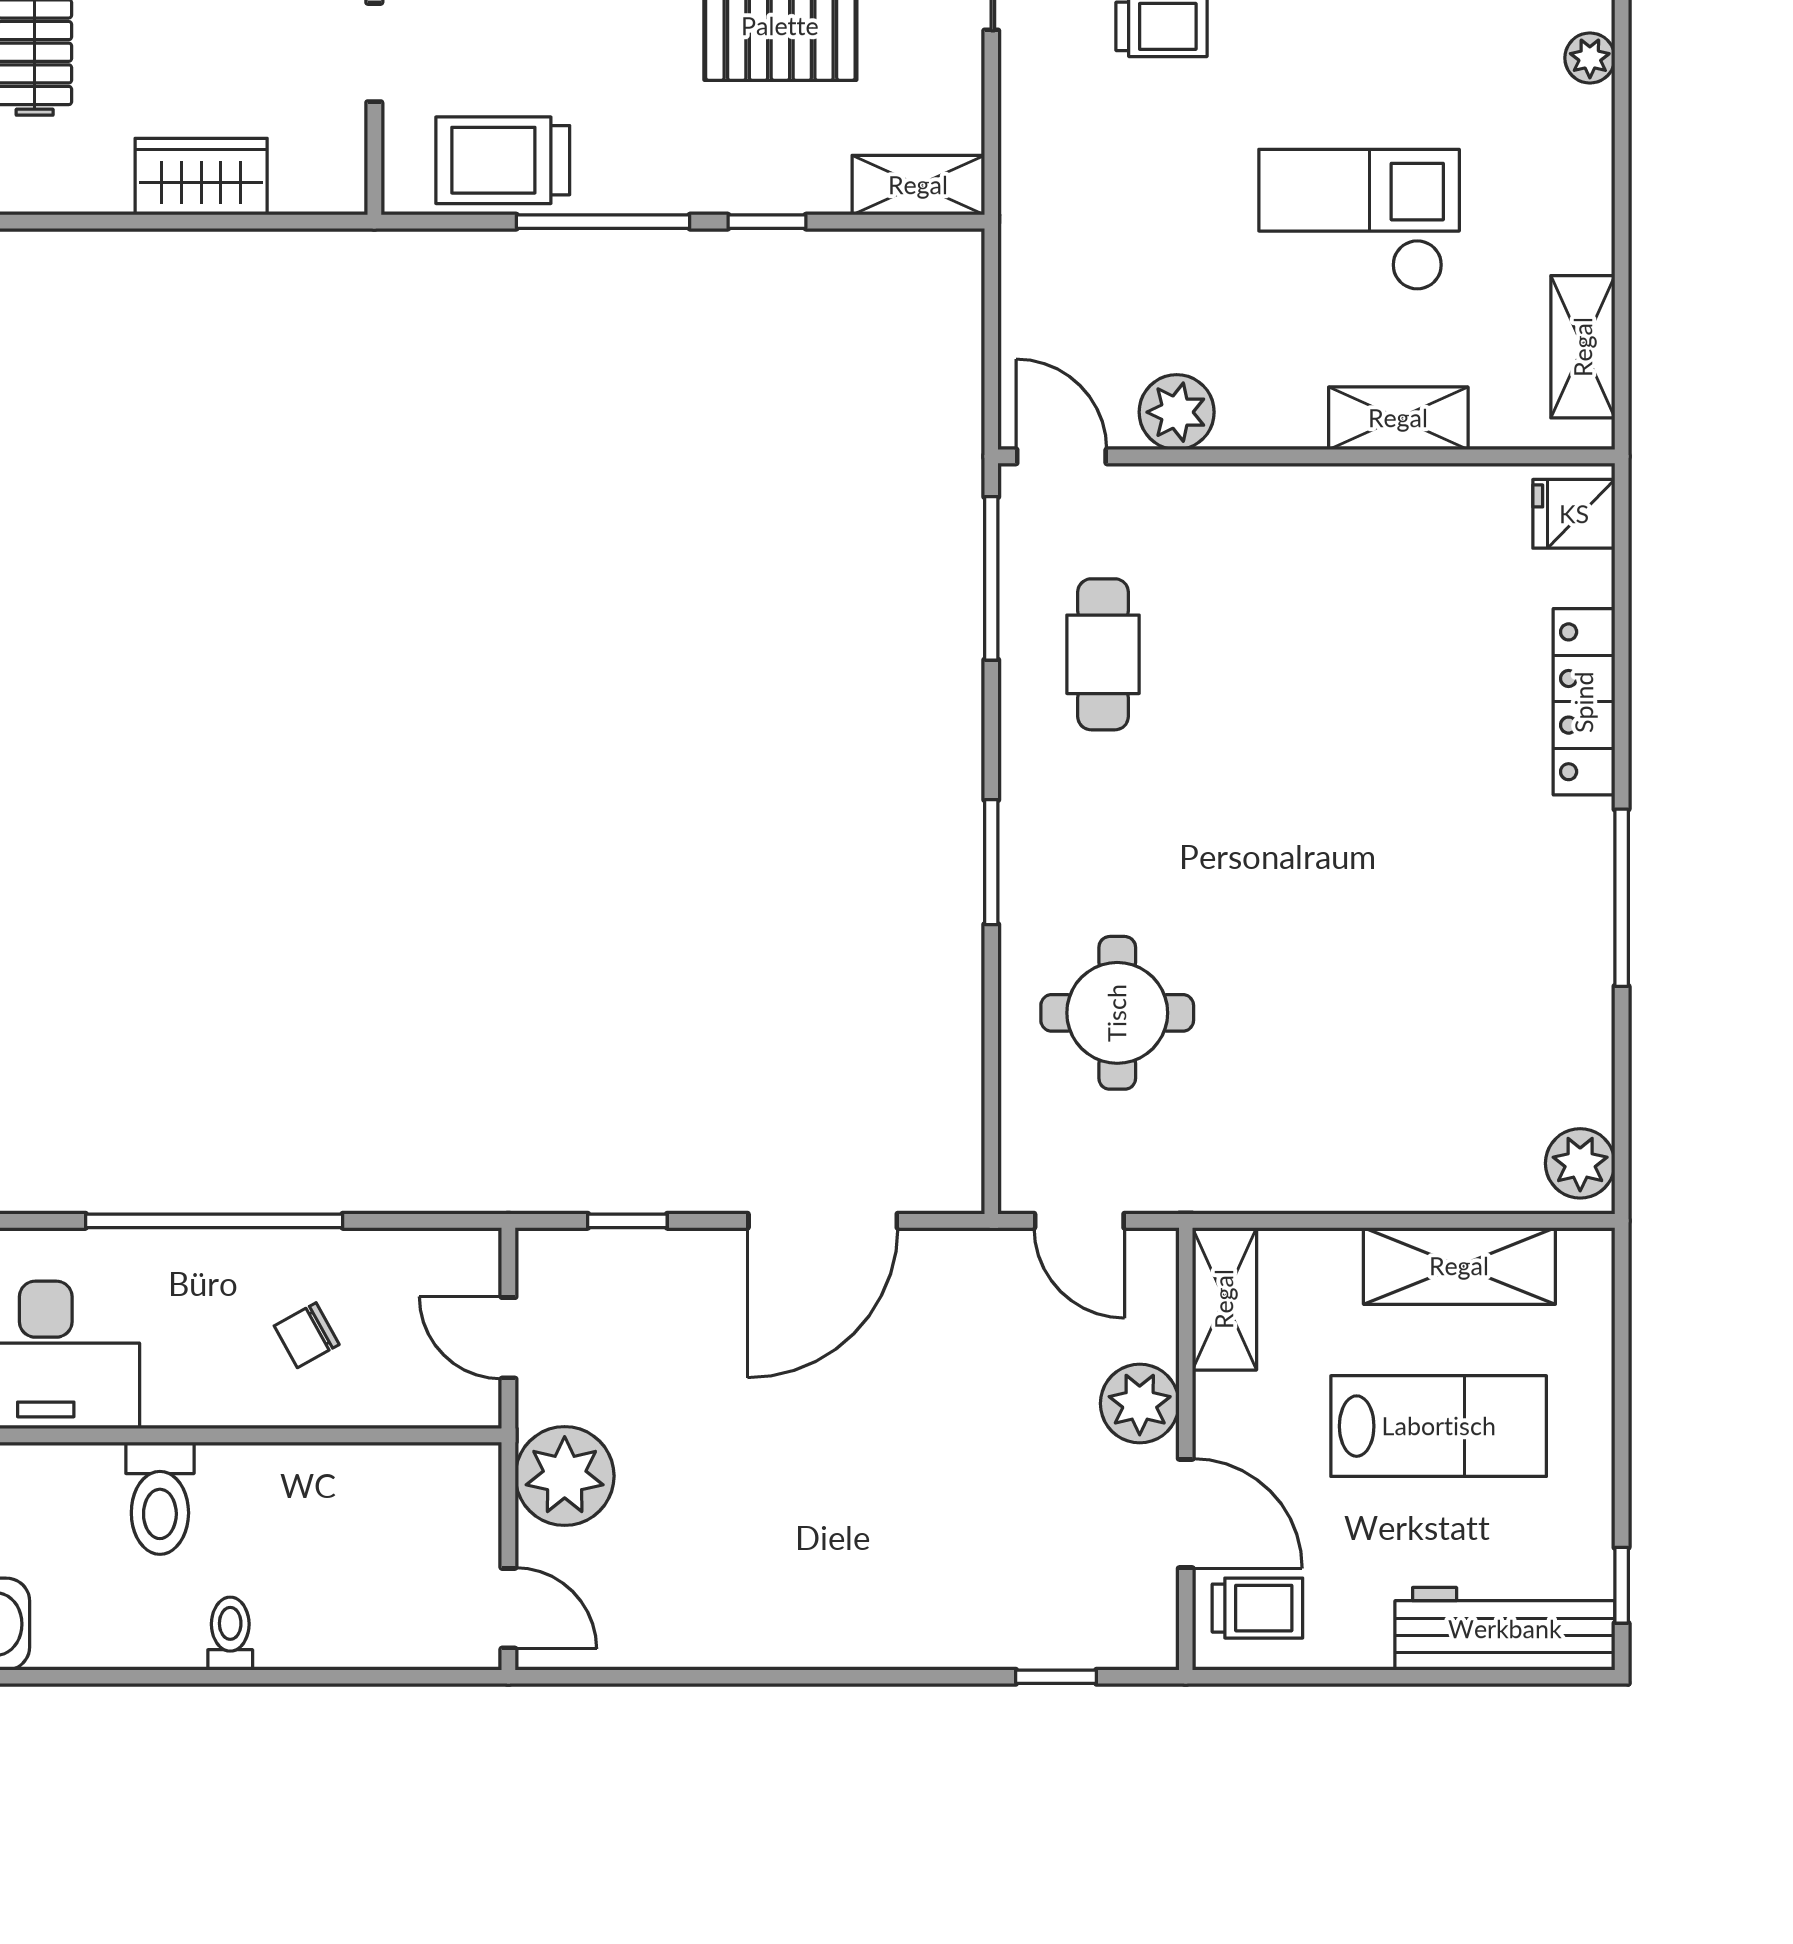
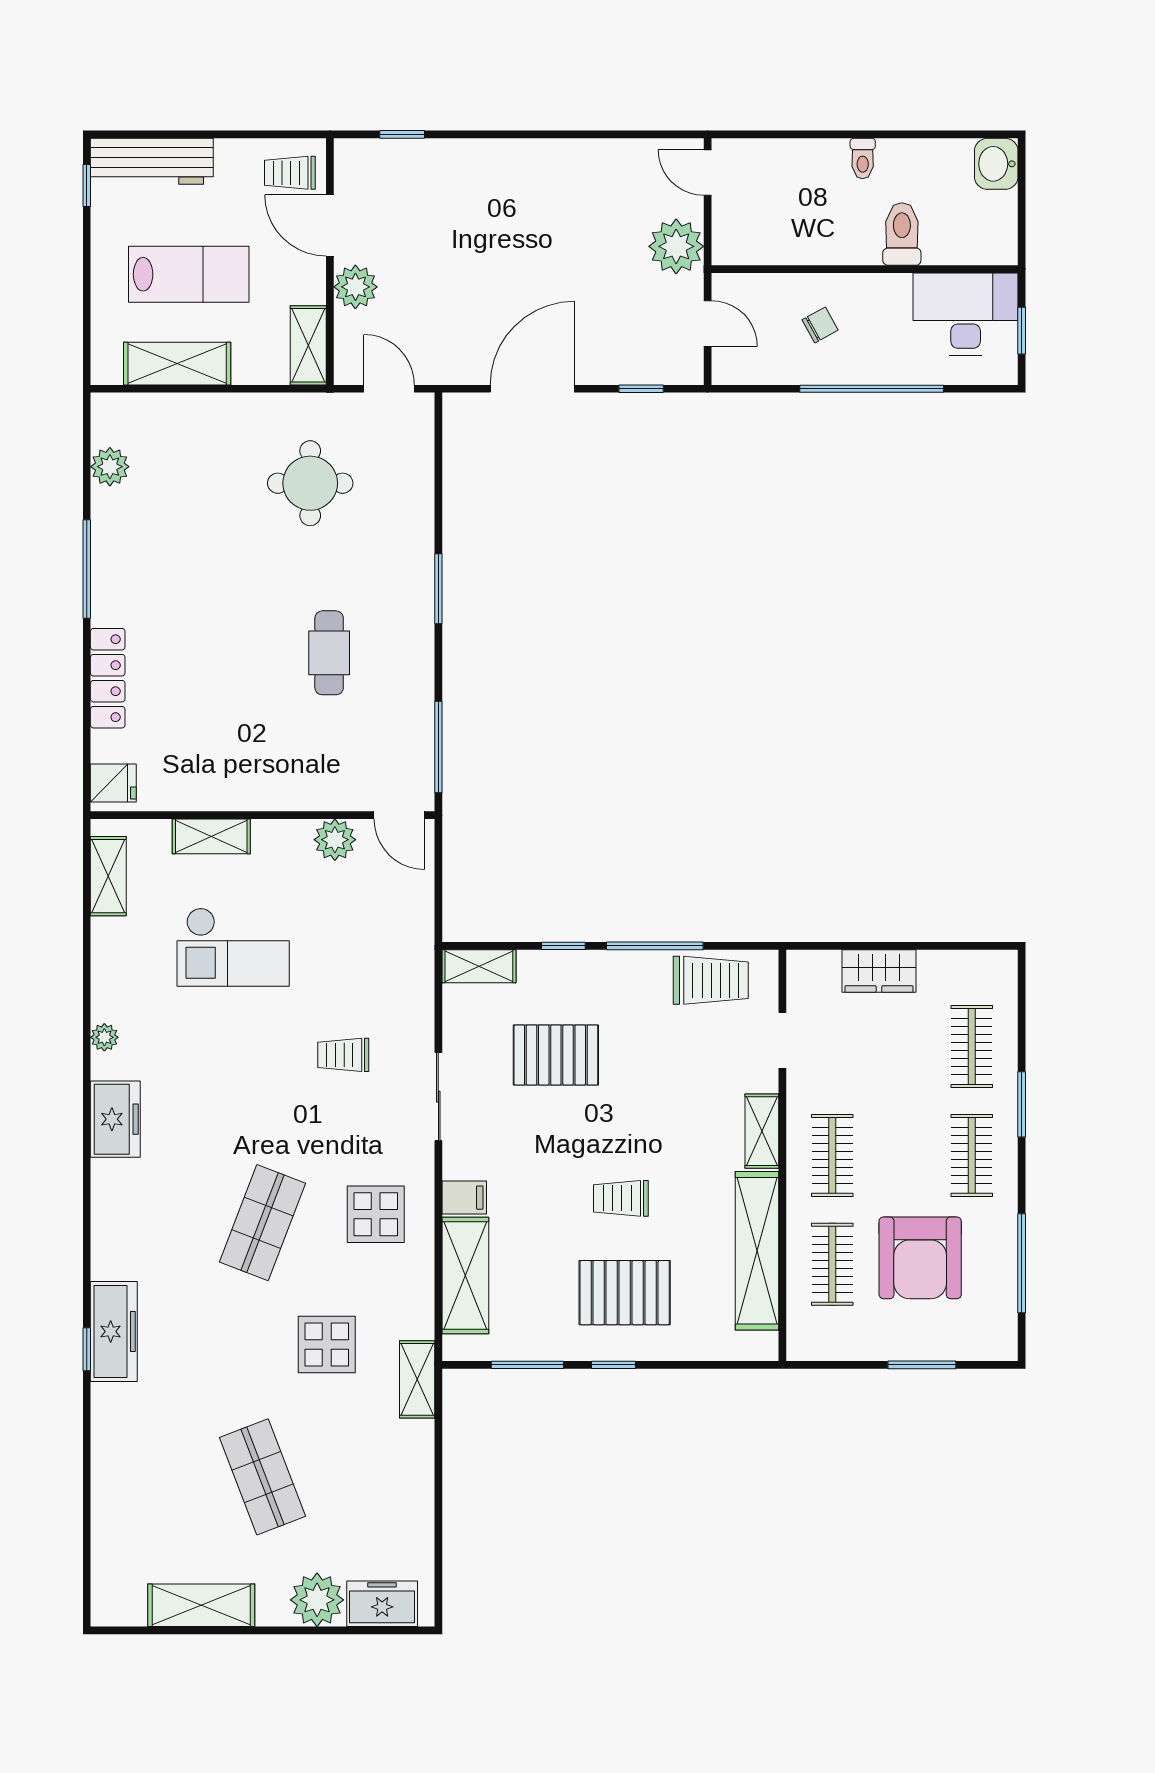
cafe table: (1103, 654) -> (329, 653), moved
round table: (1117, 1013) -> (310, 483), moved
plant: (1580, 1163) -> (110, 467), moved
lab bench: (1439, 1426) -> (189, 274), turned 180

